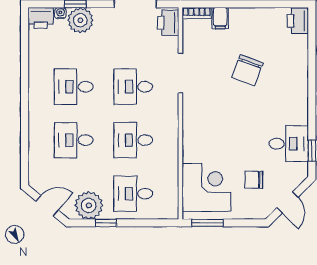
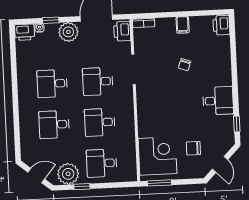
filing cabinet: (220, 18) -> (183, 25), moved
plant: (80, 20) -> (68, 32), moved
chair: (247, 70) -> (185, 65), width x0.54, depth x0.54
desk: (289, 144) -> (218, 101), moved

